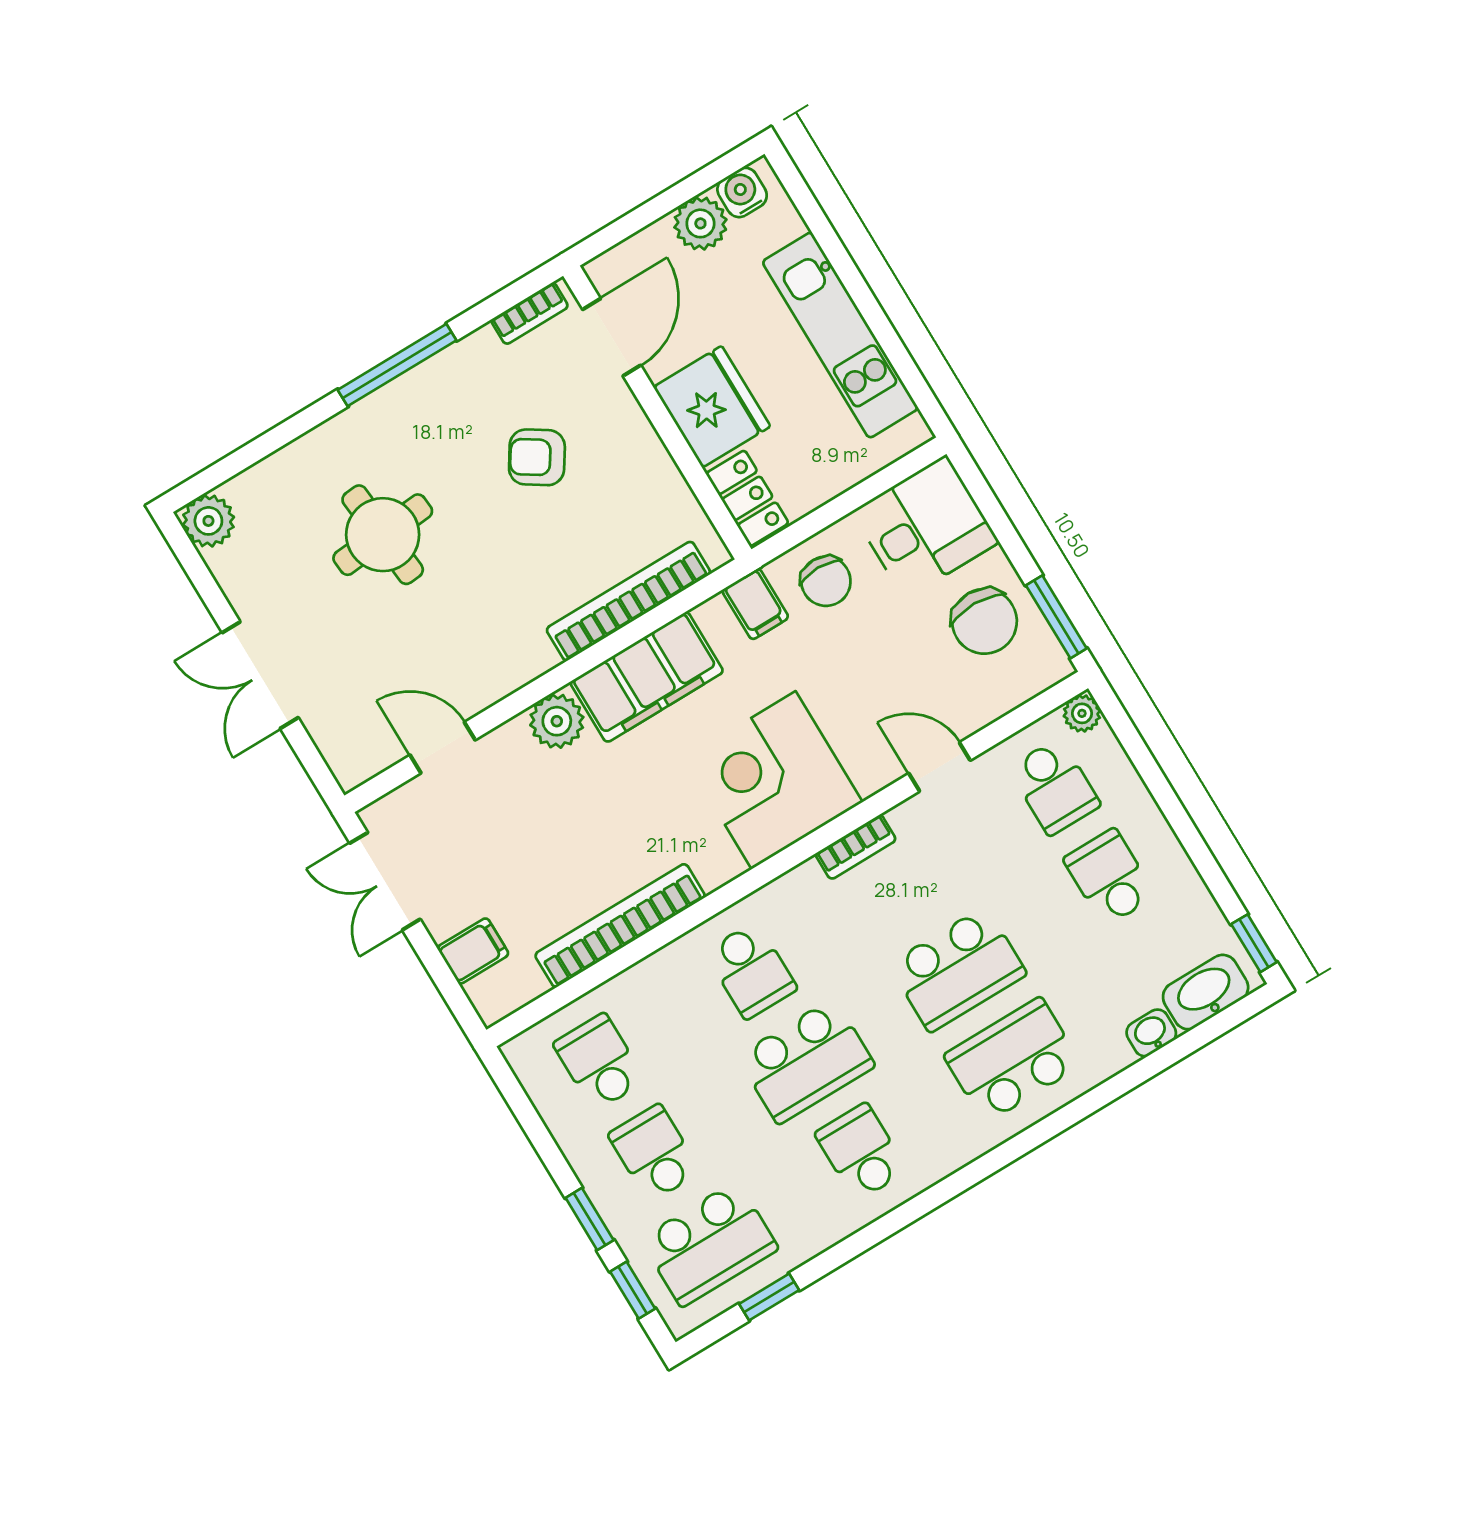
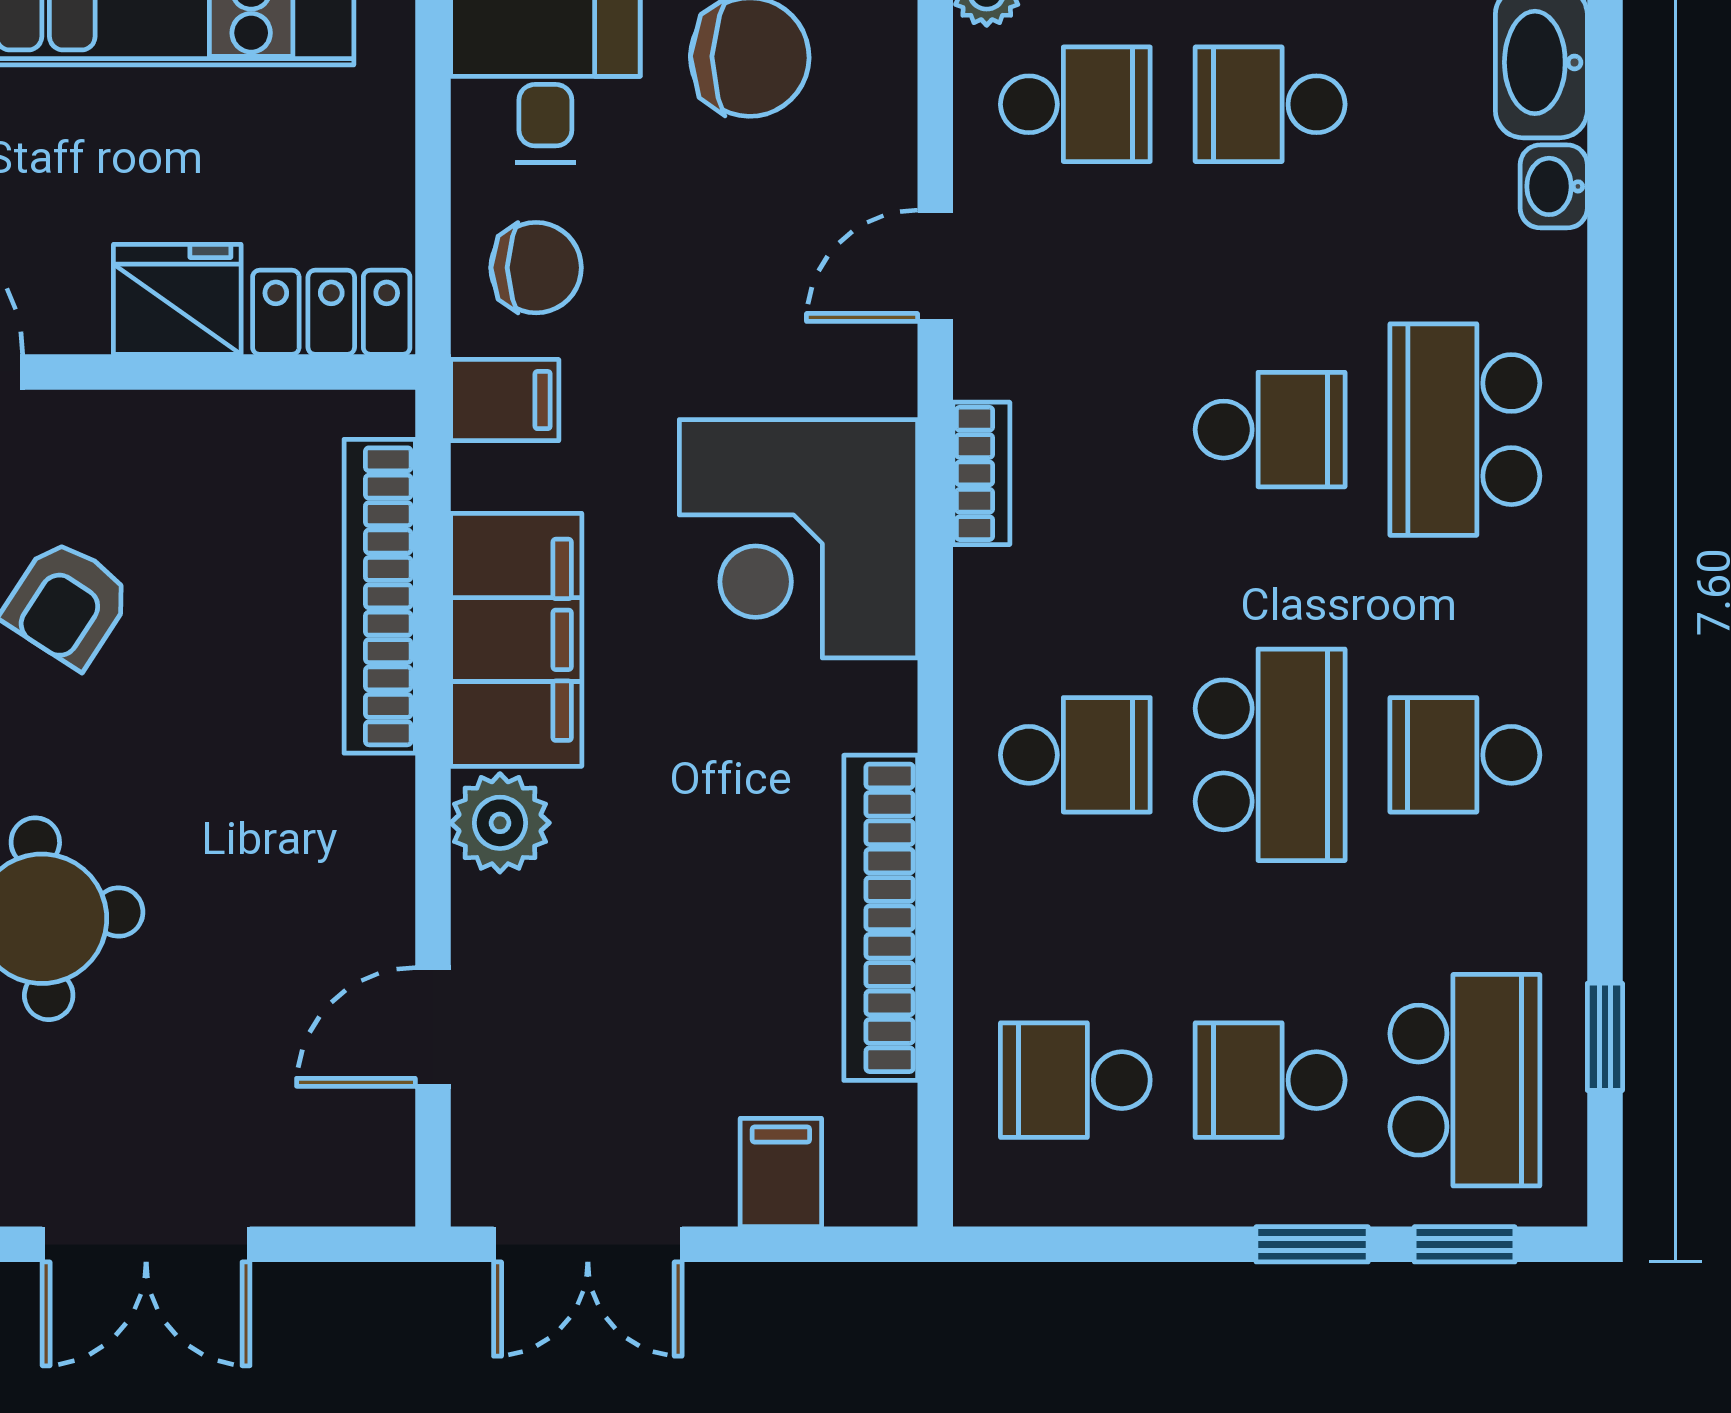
fridge: (712, 407) -> (177, 299), width x0.73, depth x0.75
school desk: (958, 969) -> (1270, 430), width x0.54

